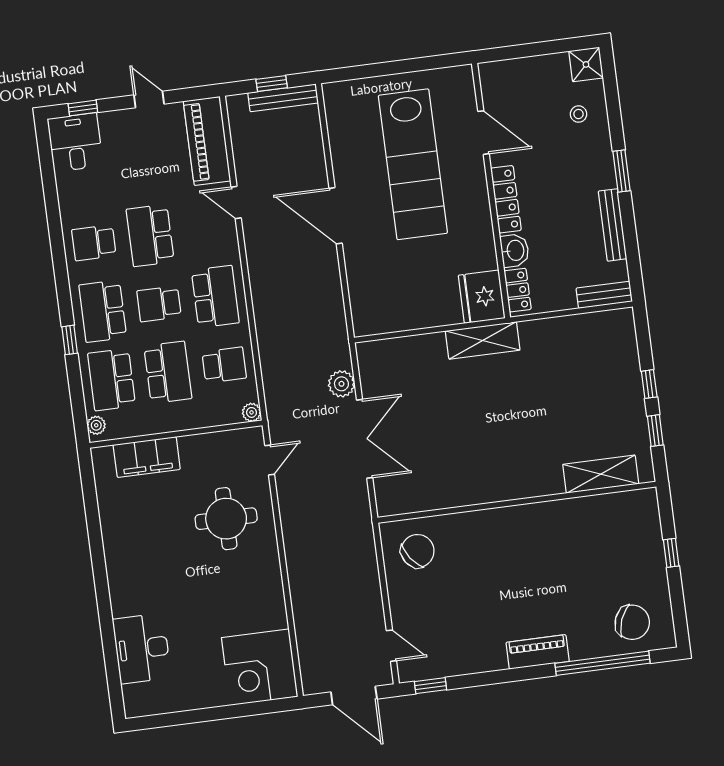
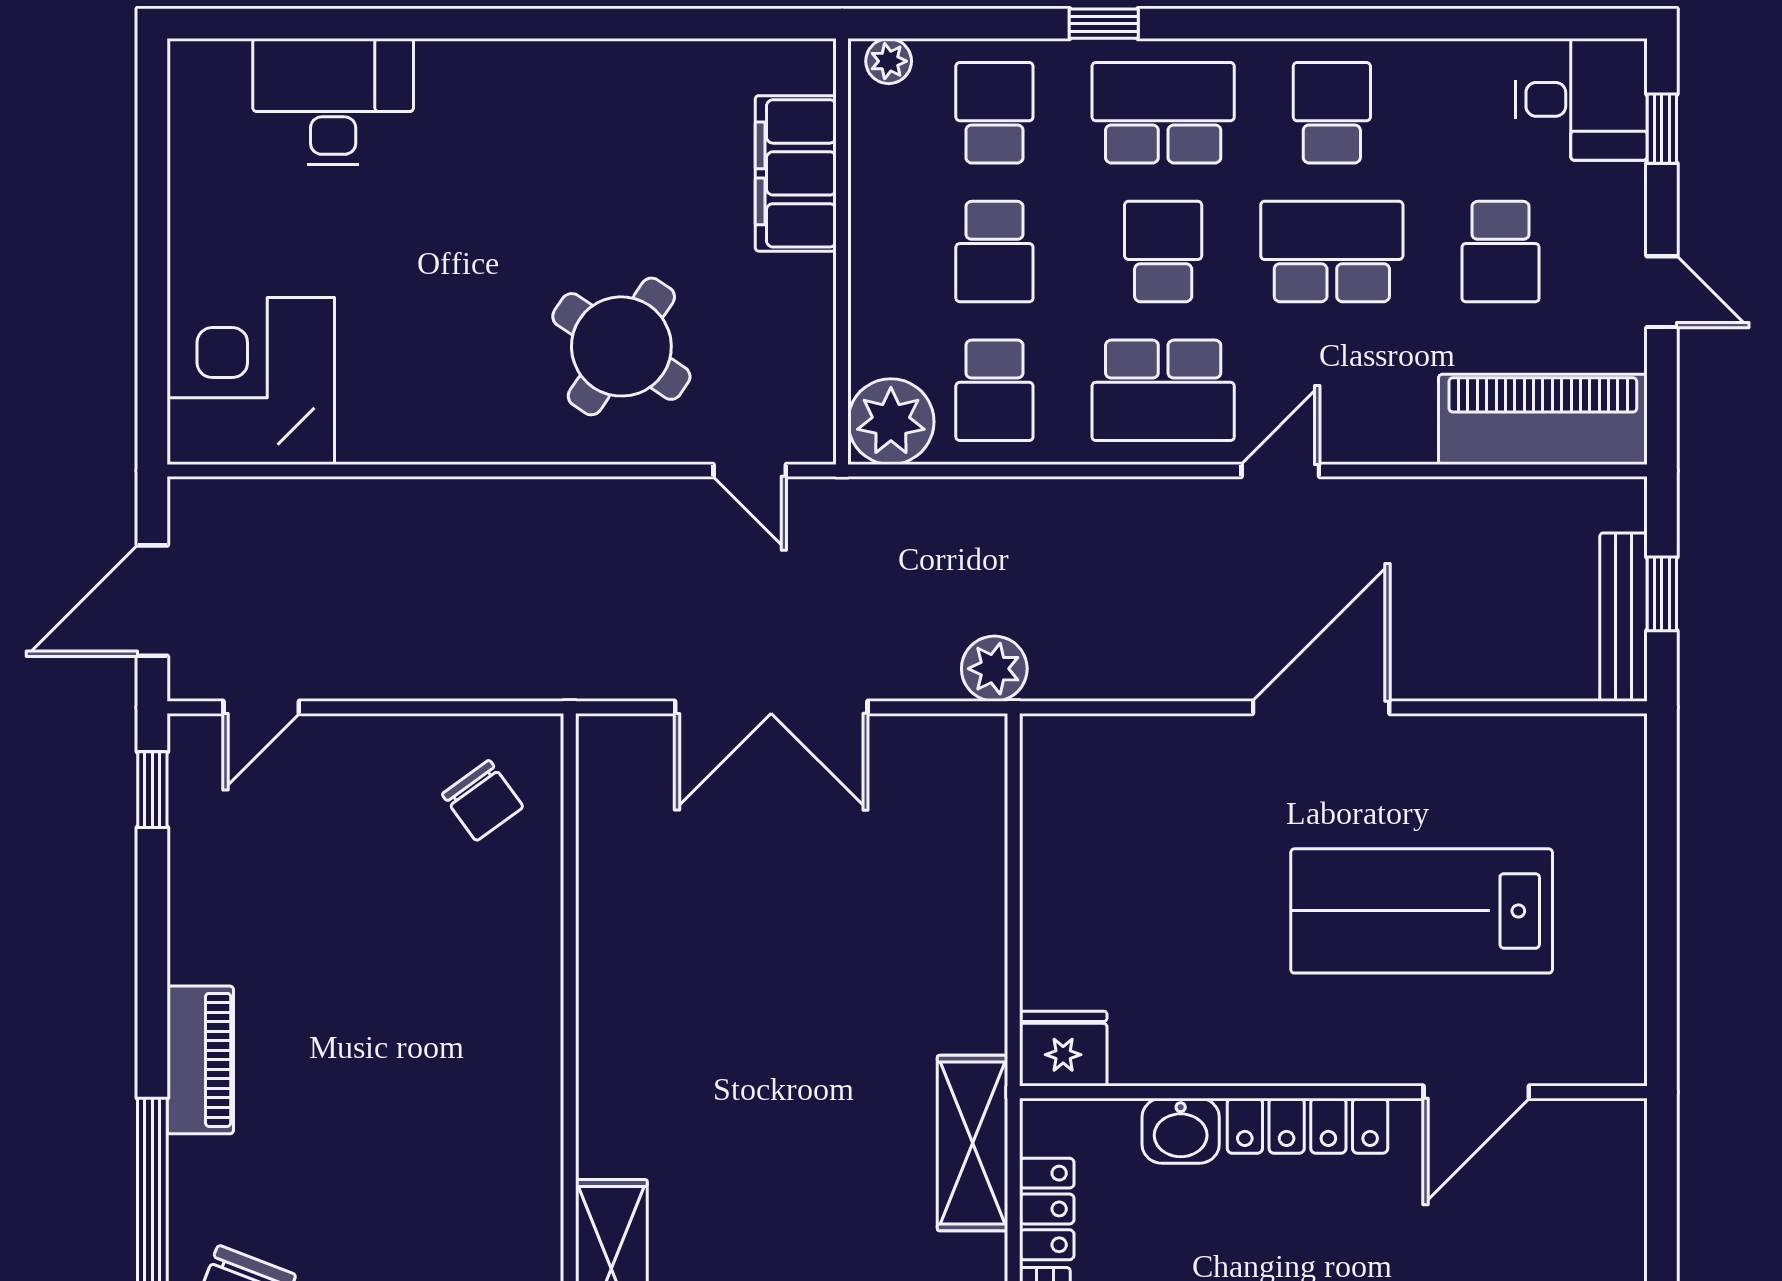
door: (149, 99) -> (1662, 292), hinge flipped
lab bench: (413, 164) -> (1422, 911), width x0.73
school desk: (141, 167) -> (1501, 252), added
door: (236, 203) -> (1280, 471), moved
locker: (518, 290) -> (1047, 1209), moved, turned -90
fridge: (482, 297) -> (1063, 1049), width x0.73, depth x0.75
shelving: (483, 340) -> (973, 1143), moved
school desk: (168, 372) -> (994, 252), width x0.54
school desk: (112, 380) -> (994, 113), width x0.54
plant: (341, 384) -> (994, 669), moved
plant: (252, 412) -> (891, 422), width x1.88, depth x1.88
round table: (226, 519) -> (621, 346), turned 34
chair: (418, 551) -> (483, 800), width x0.73, depth x0.73

